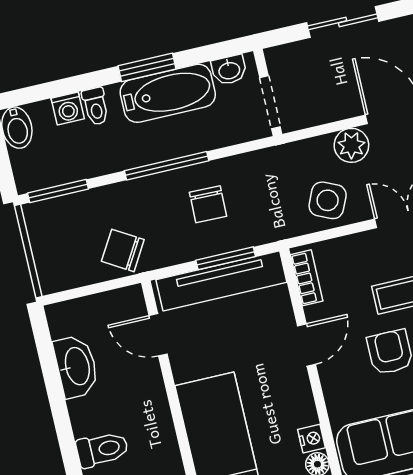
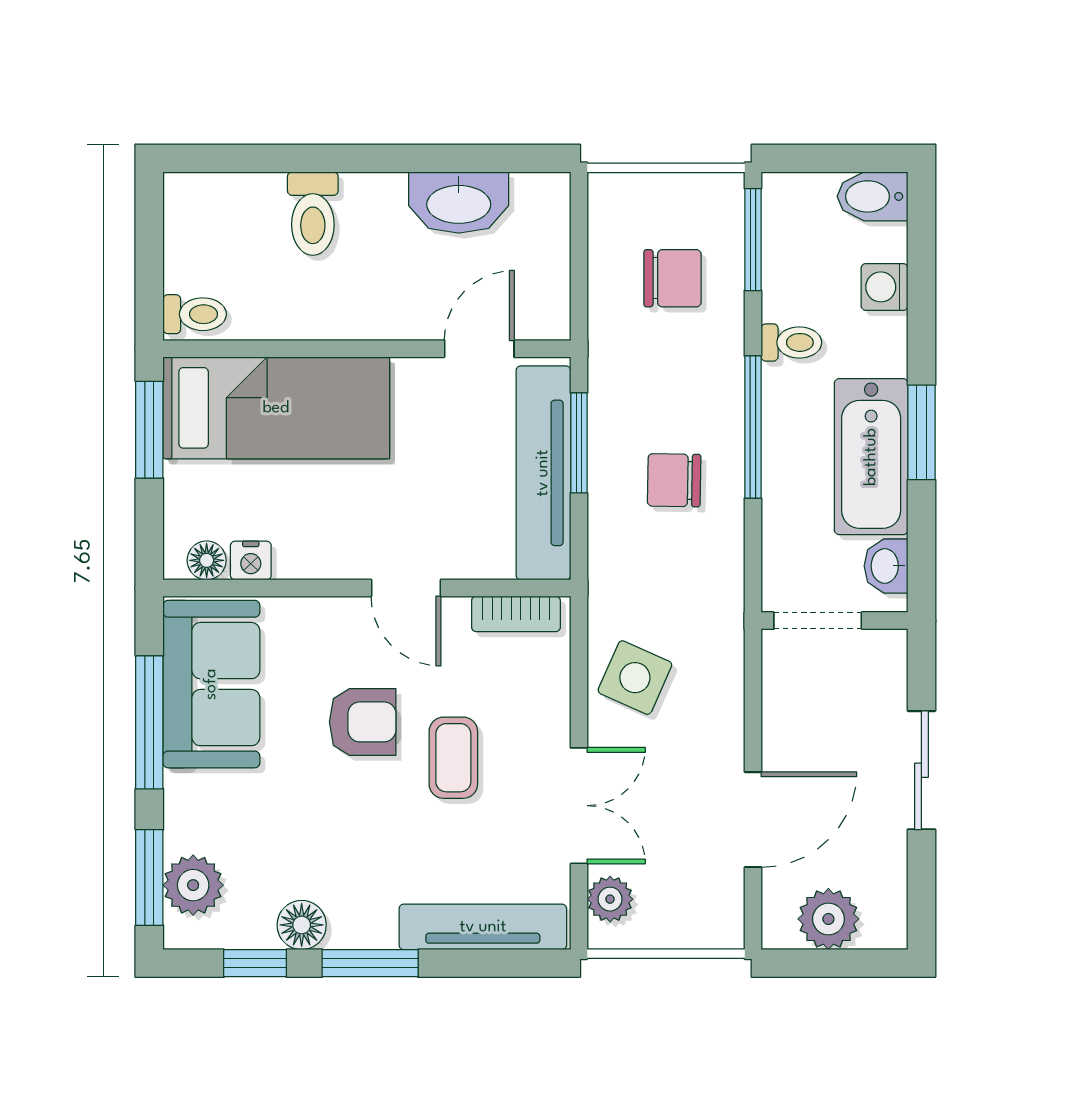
toilet: (96, 106) -> (791, 342), moved, turned 180
plant: (351, 145) -> (716, 738), removed
chair: (123, 250) -> (672, 278), moved, turned 59
window: (226, 258) -> (579, 443), moved

